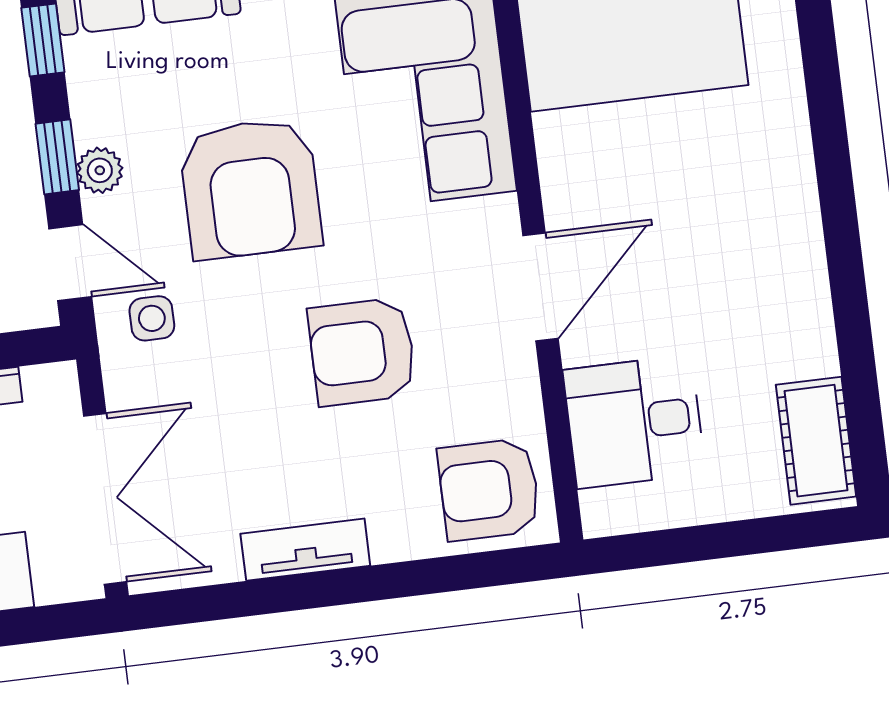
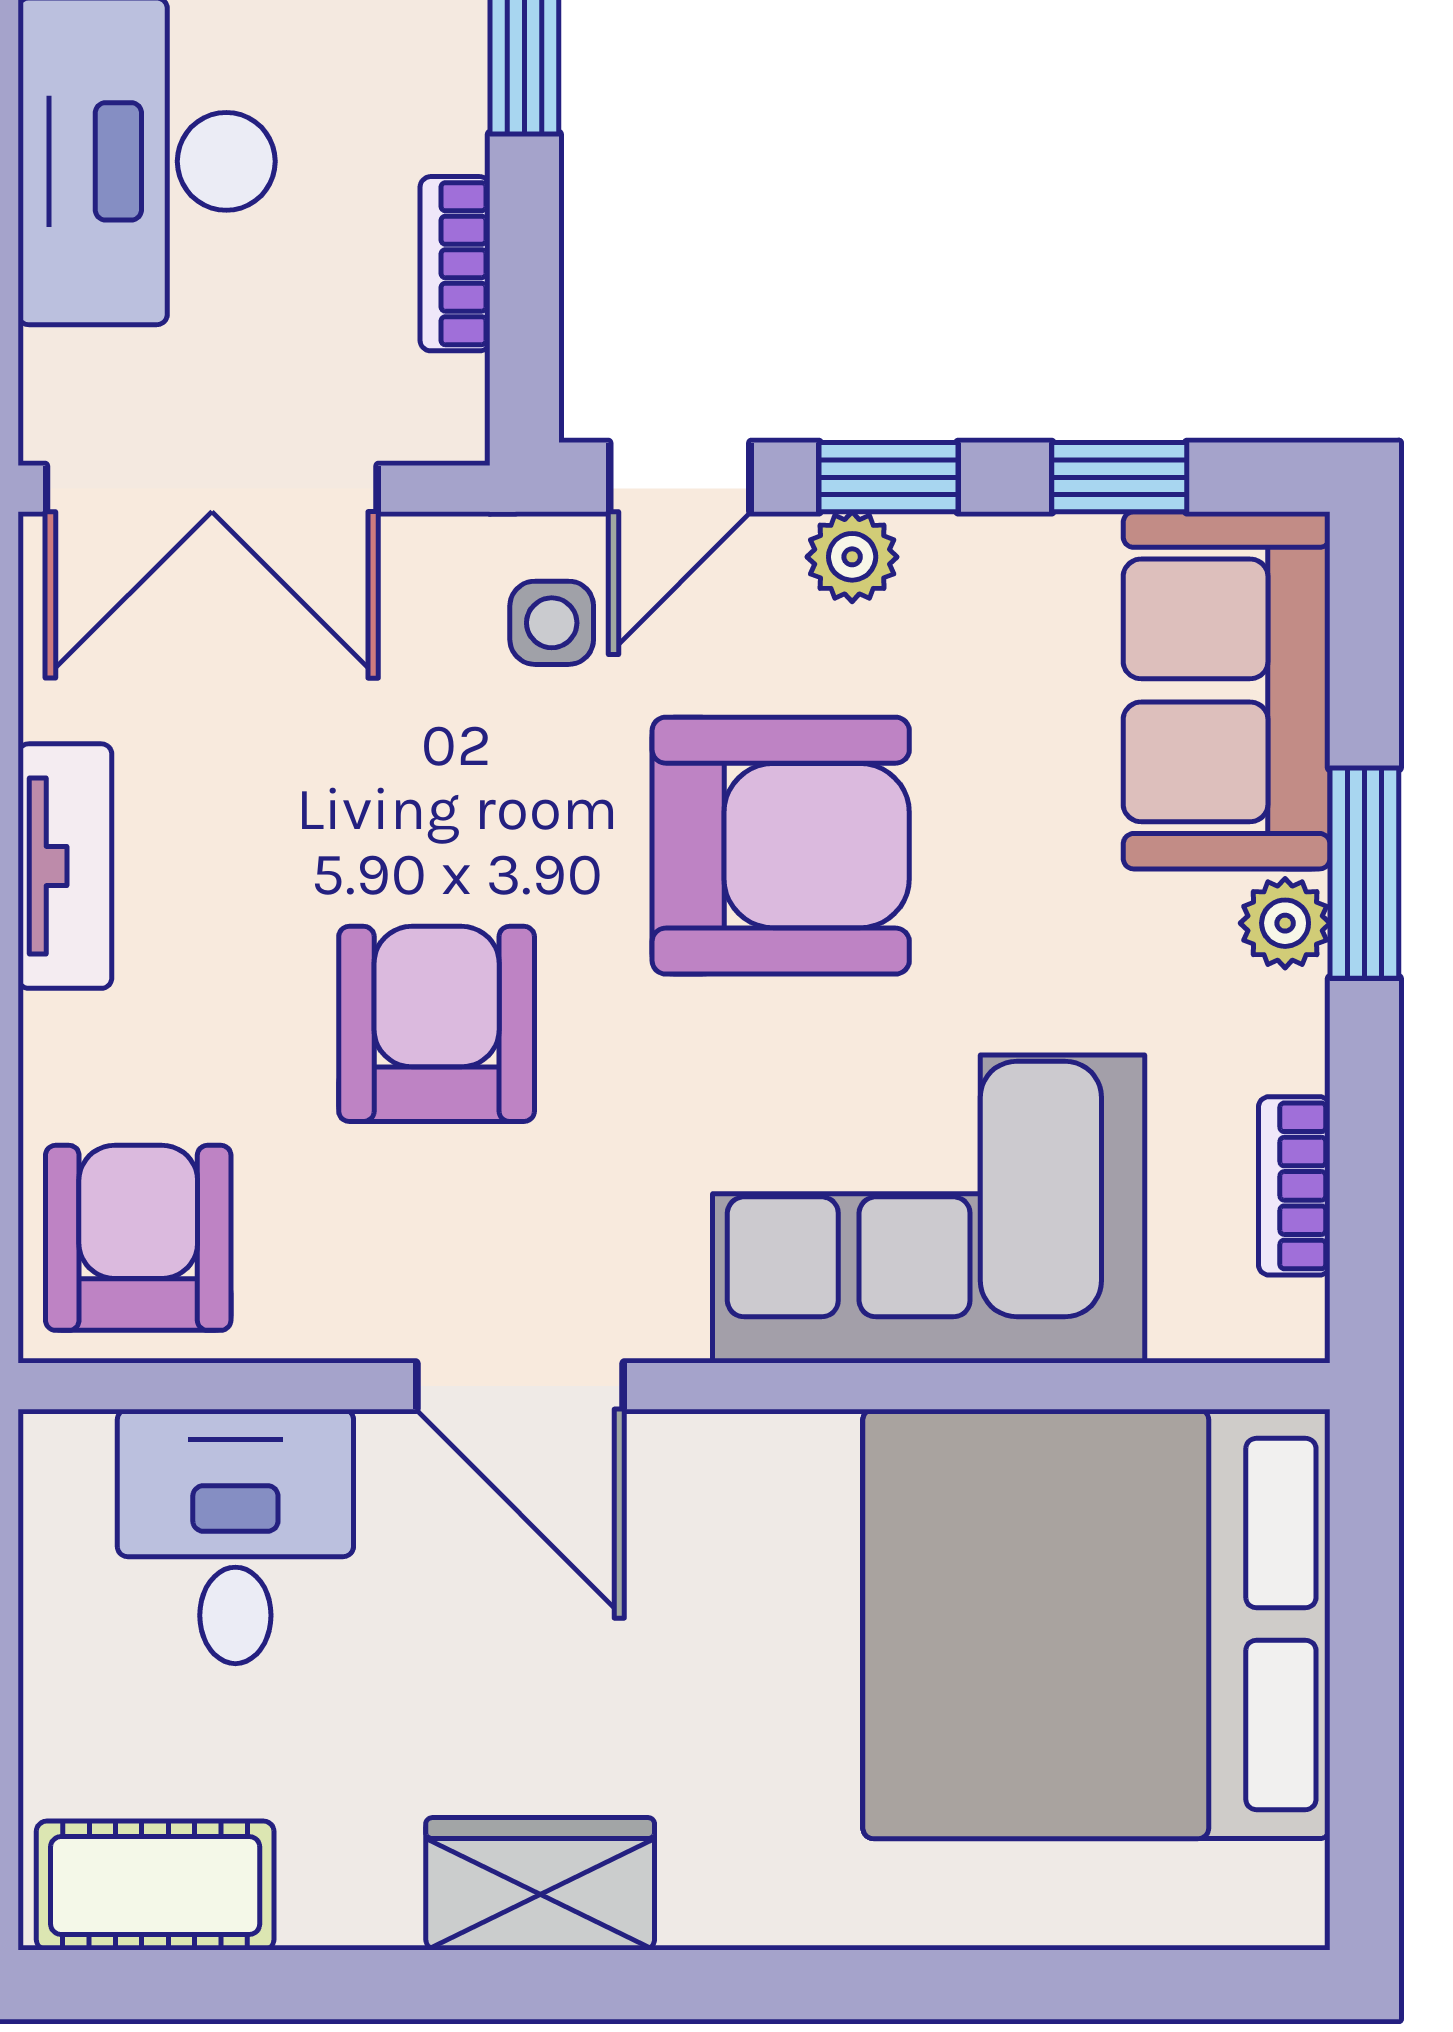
armchair: (250, 189) -> (781, 846), turned 180
wardrobe: (791, 246) -> (540, 1884), added

